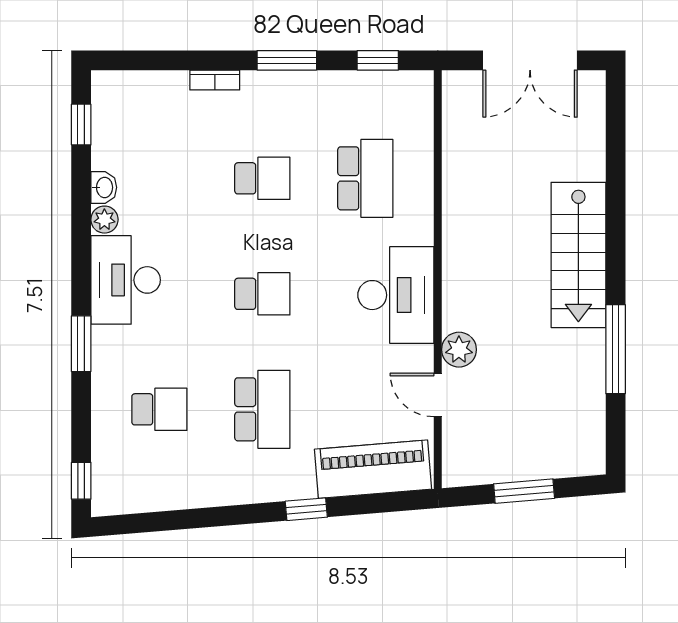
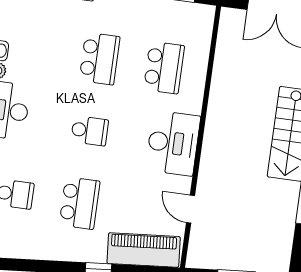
school desk: (262, 178) -> (100, 59), width x1.85
plant: (459, 350) -> (208, 183), removed

